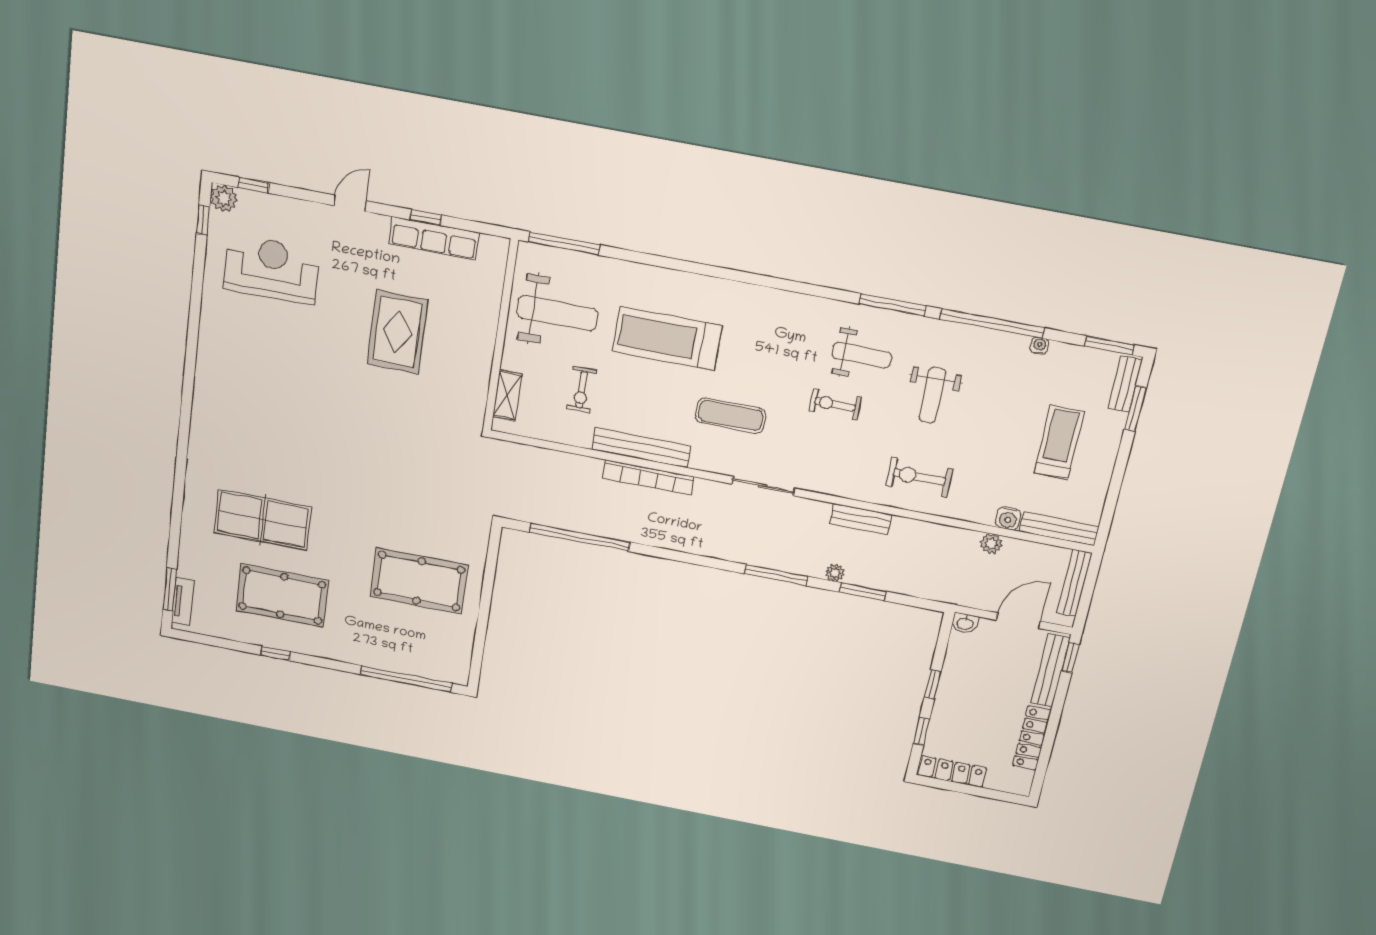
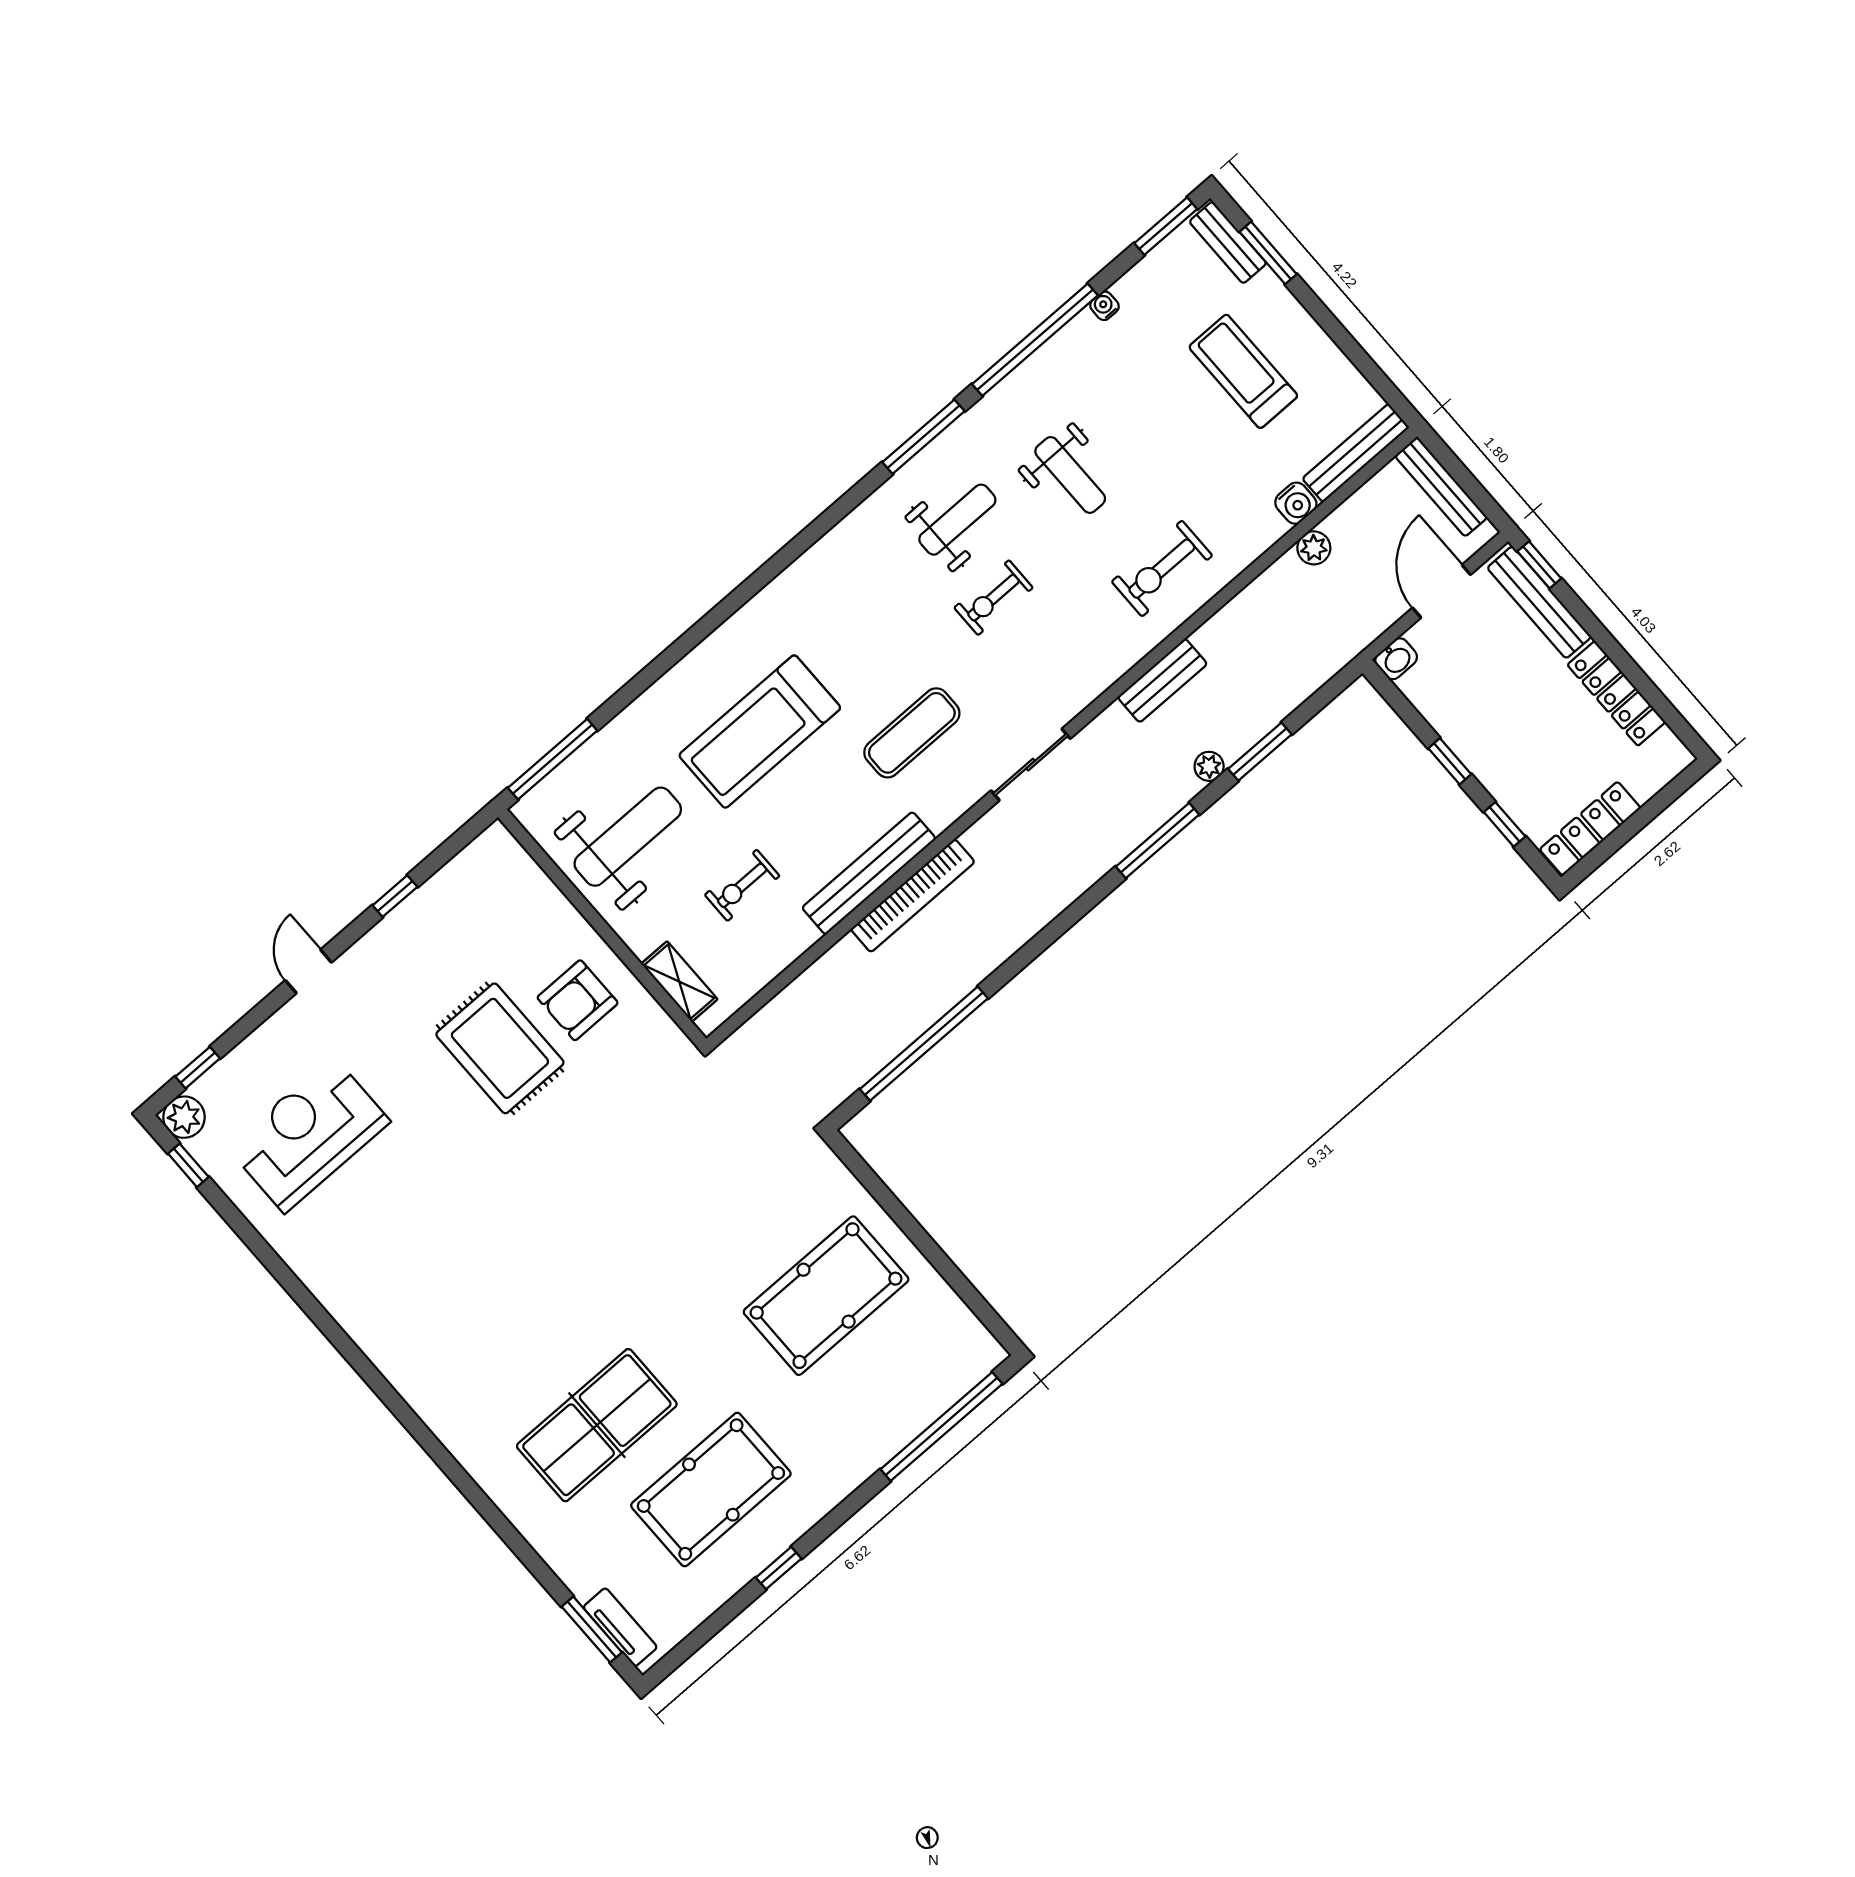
row of seats: (434, 238) -> (426, 907), removed
armchair: (454, 352) -> (578, 1000), added
exercise bike: (582, 390) -> (742, 885), turned 90

